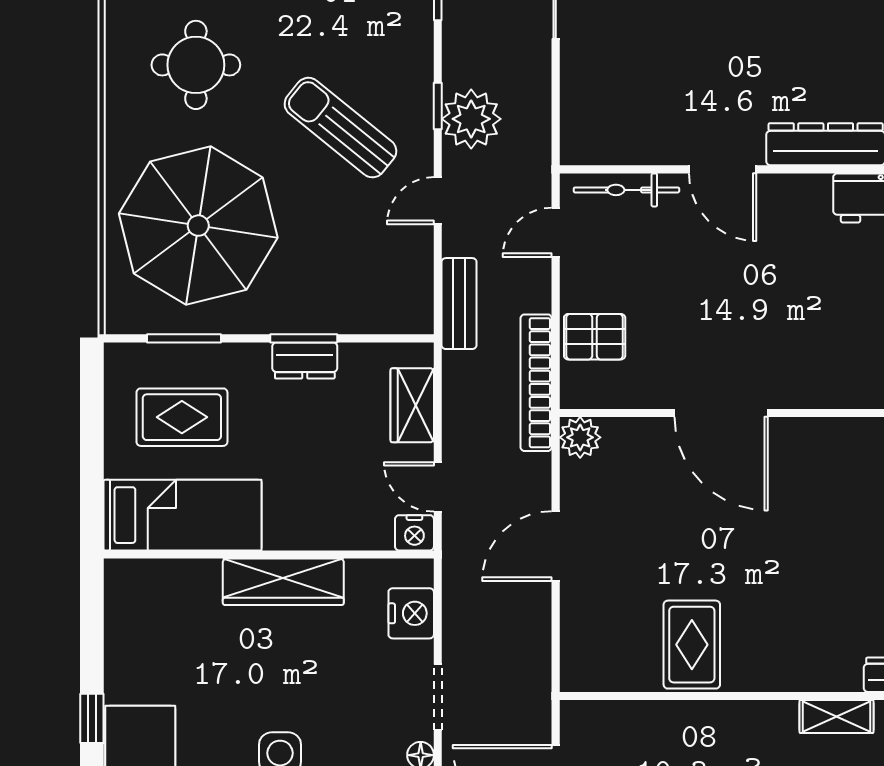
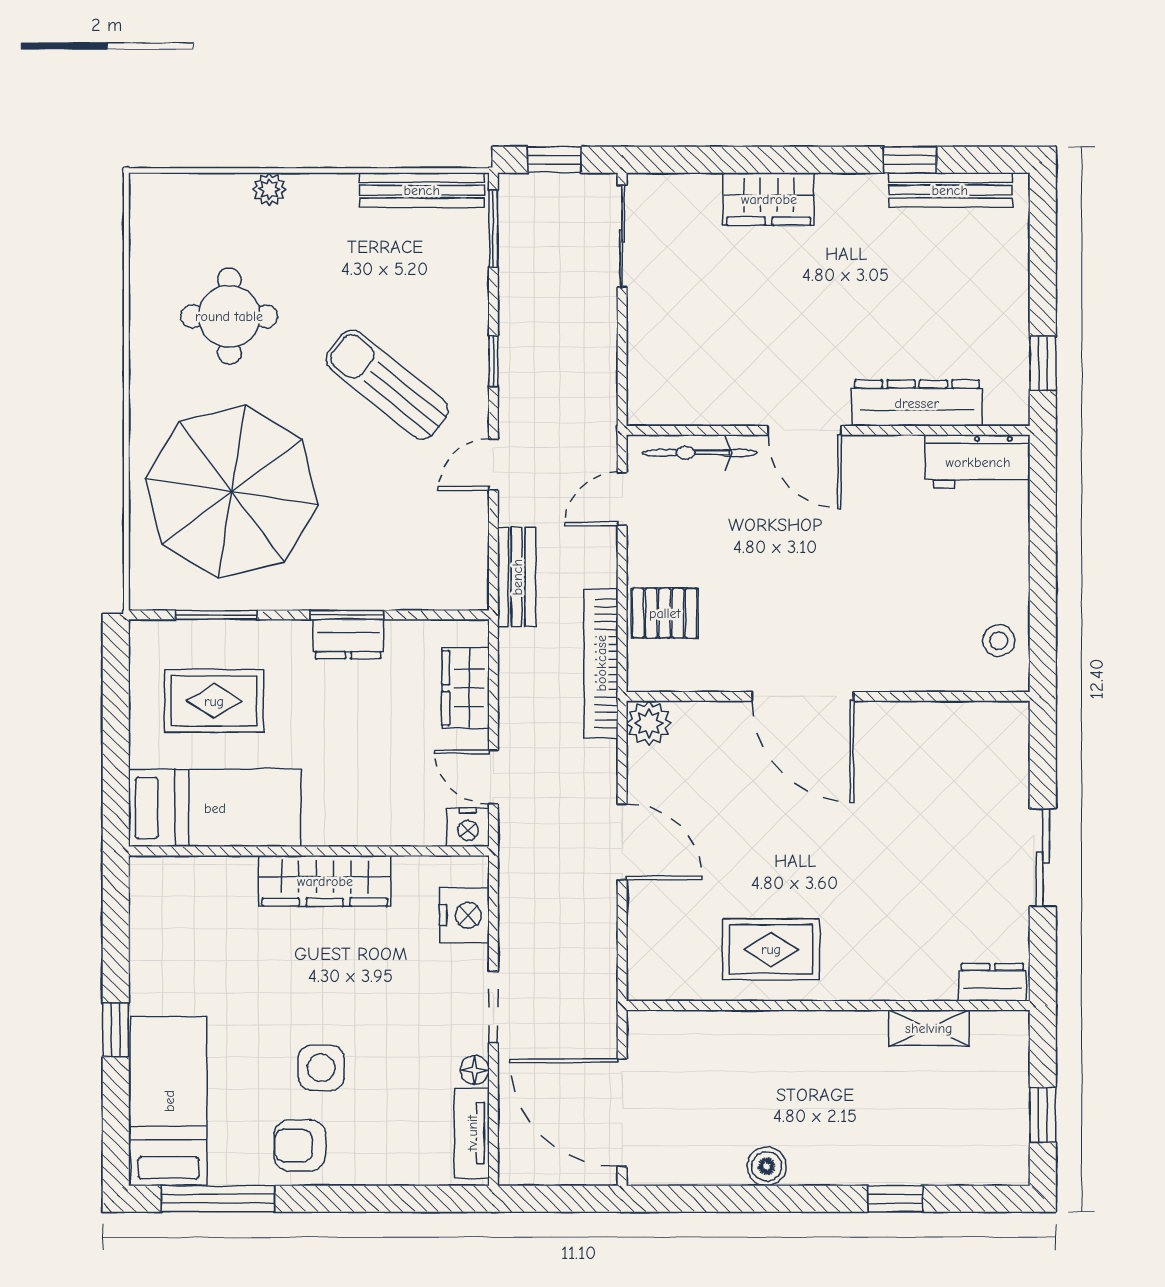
plant: (471, 119) -> (530, 375), removed
door: (556, 546) -> (622, 842), swing flipped
rug: (692, 645) -> (771, 949), turned 90

